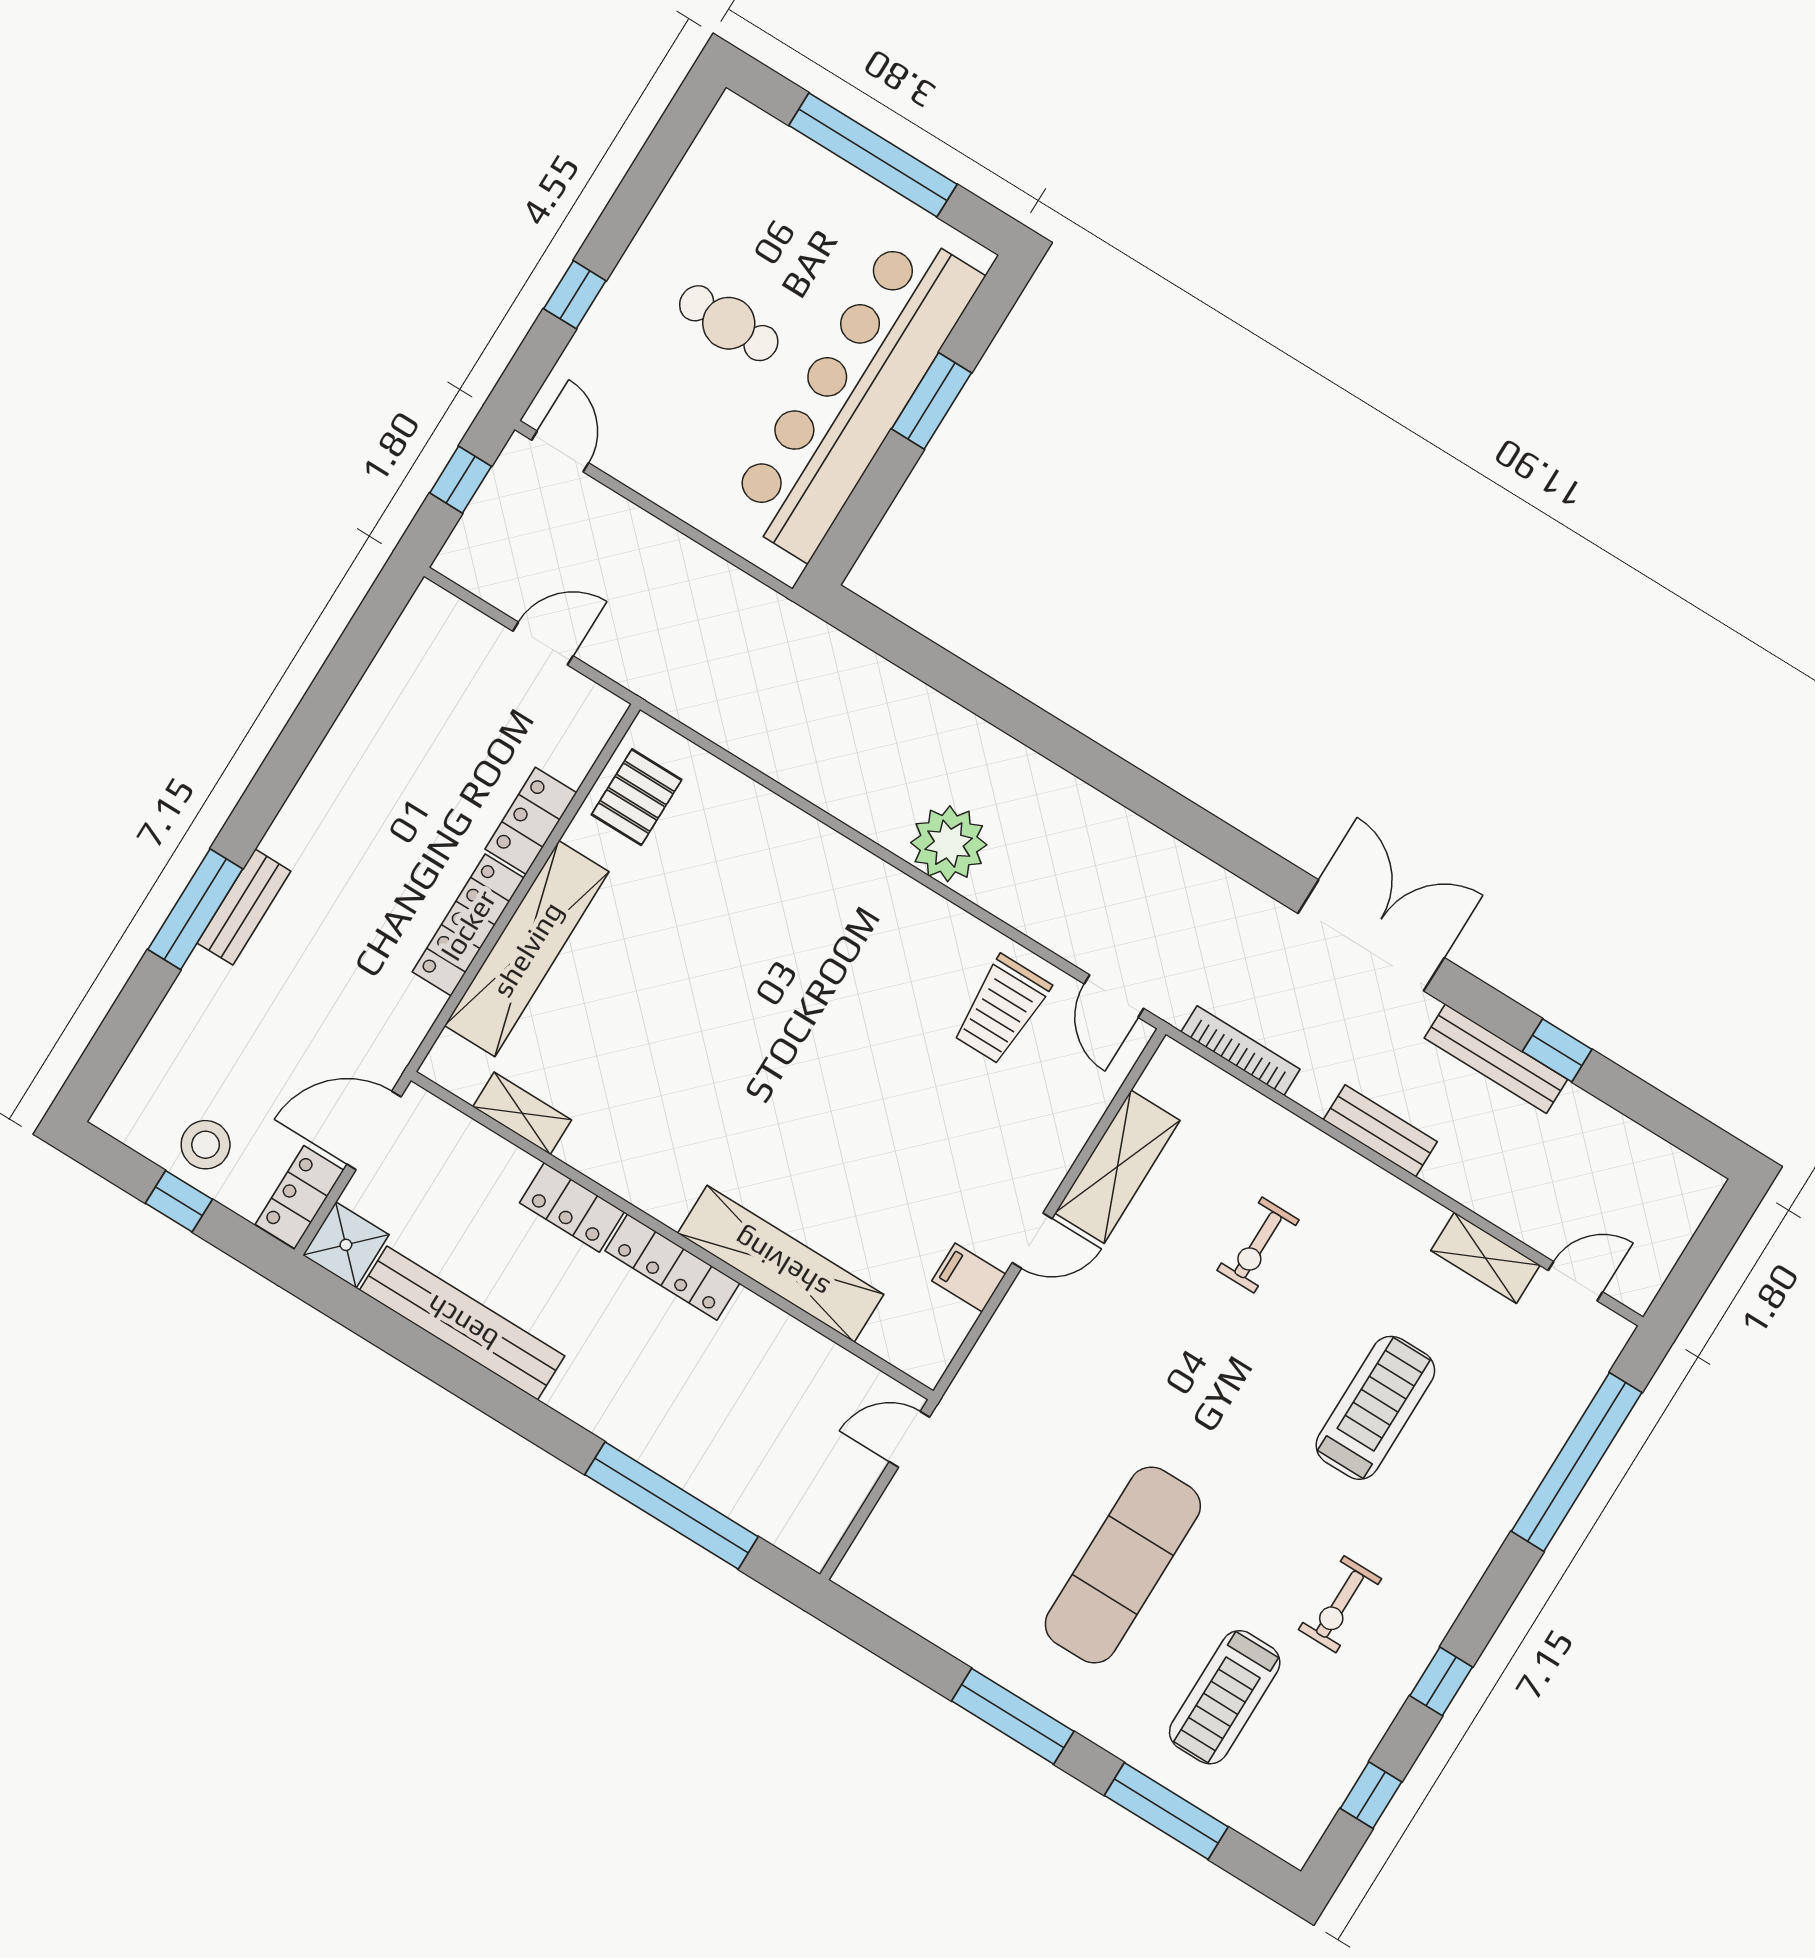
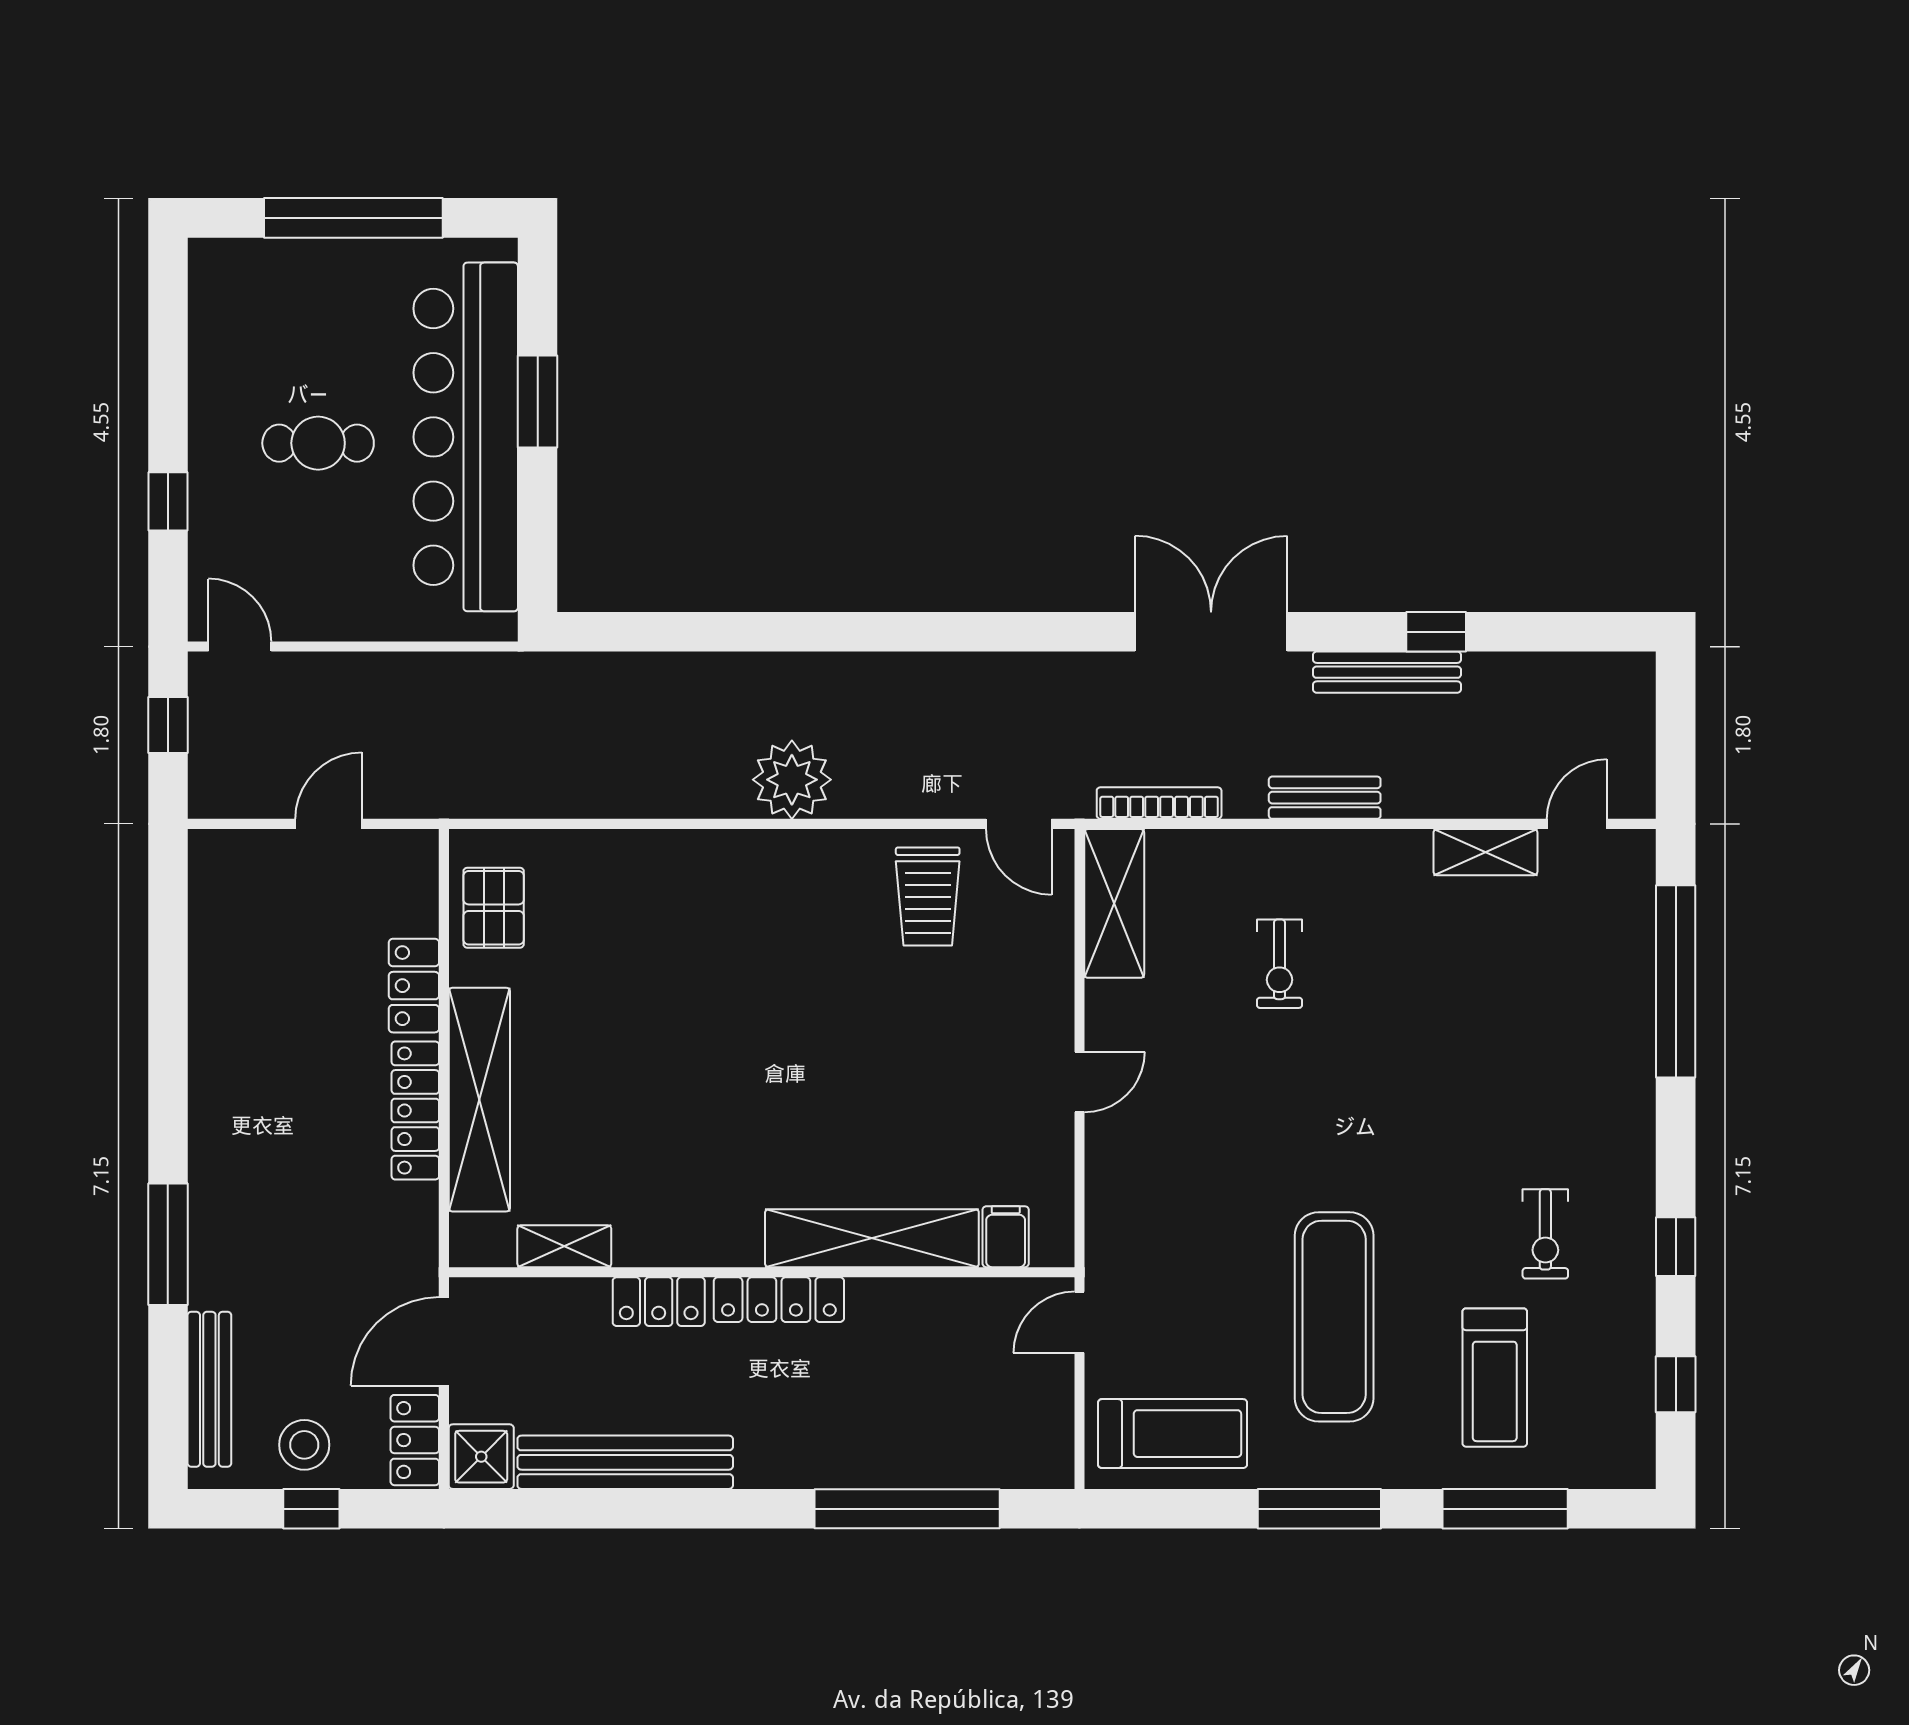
bench: (244, 907) -> (209, 1389), moved, width x1.36
shelving: (1117, 1167) -> (1114, 903), moved
filing cabinet: (969, 1277) -> (1006, 1237), moved, turned 90
treadmill: (1375, 1408) -> (1173, 1434), moved, turned 90

